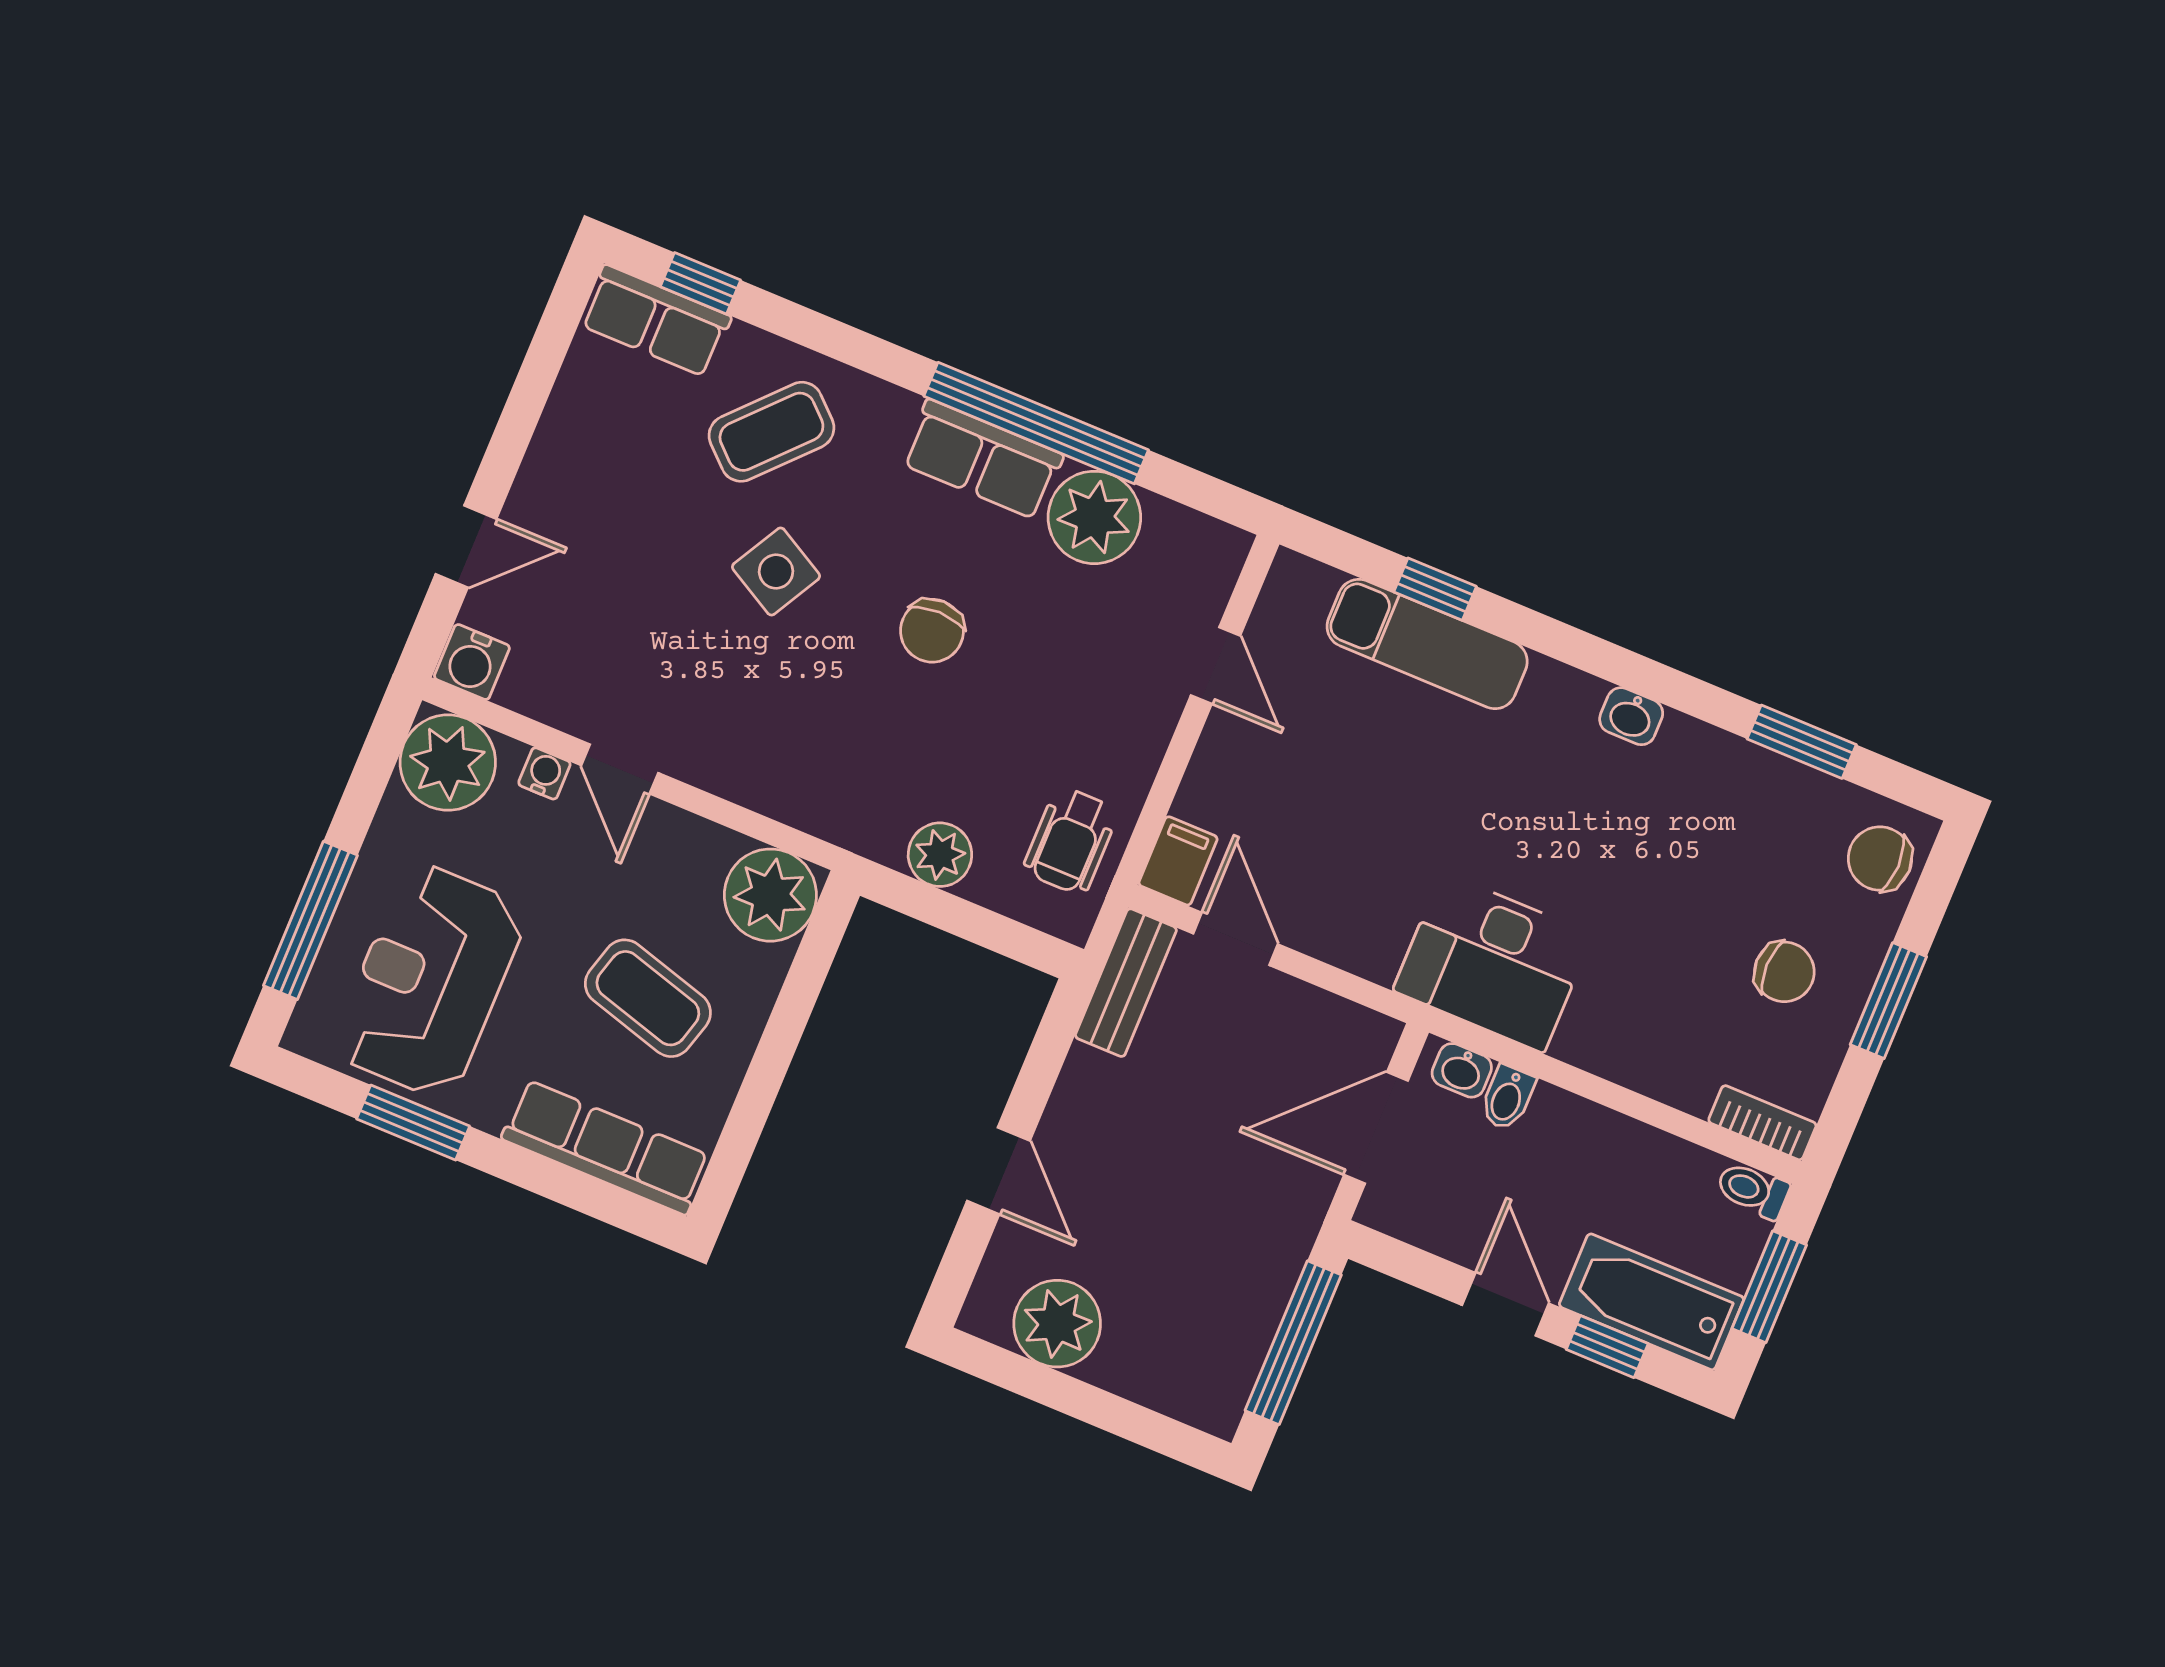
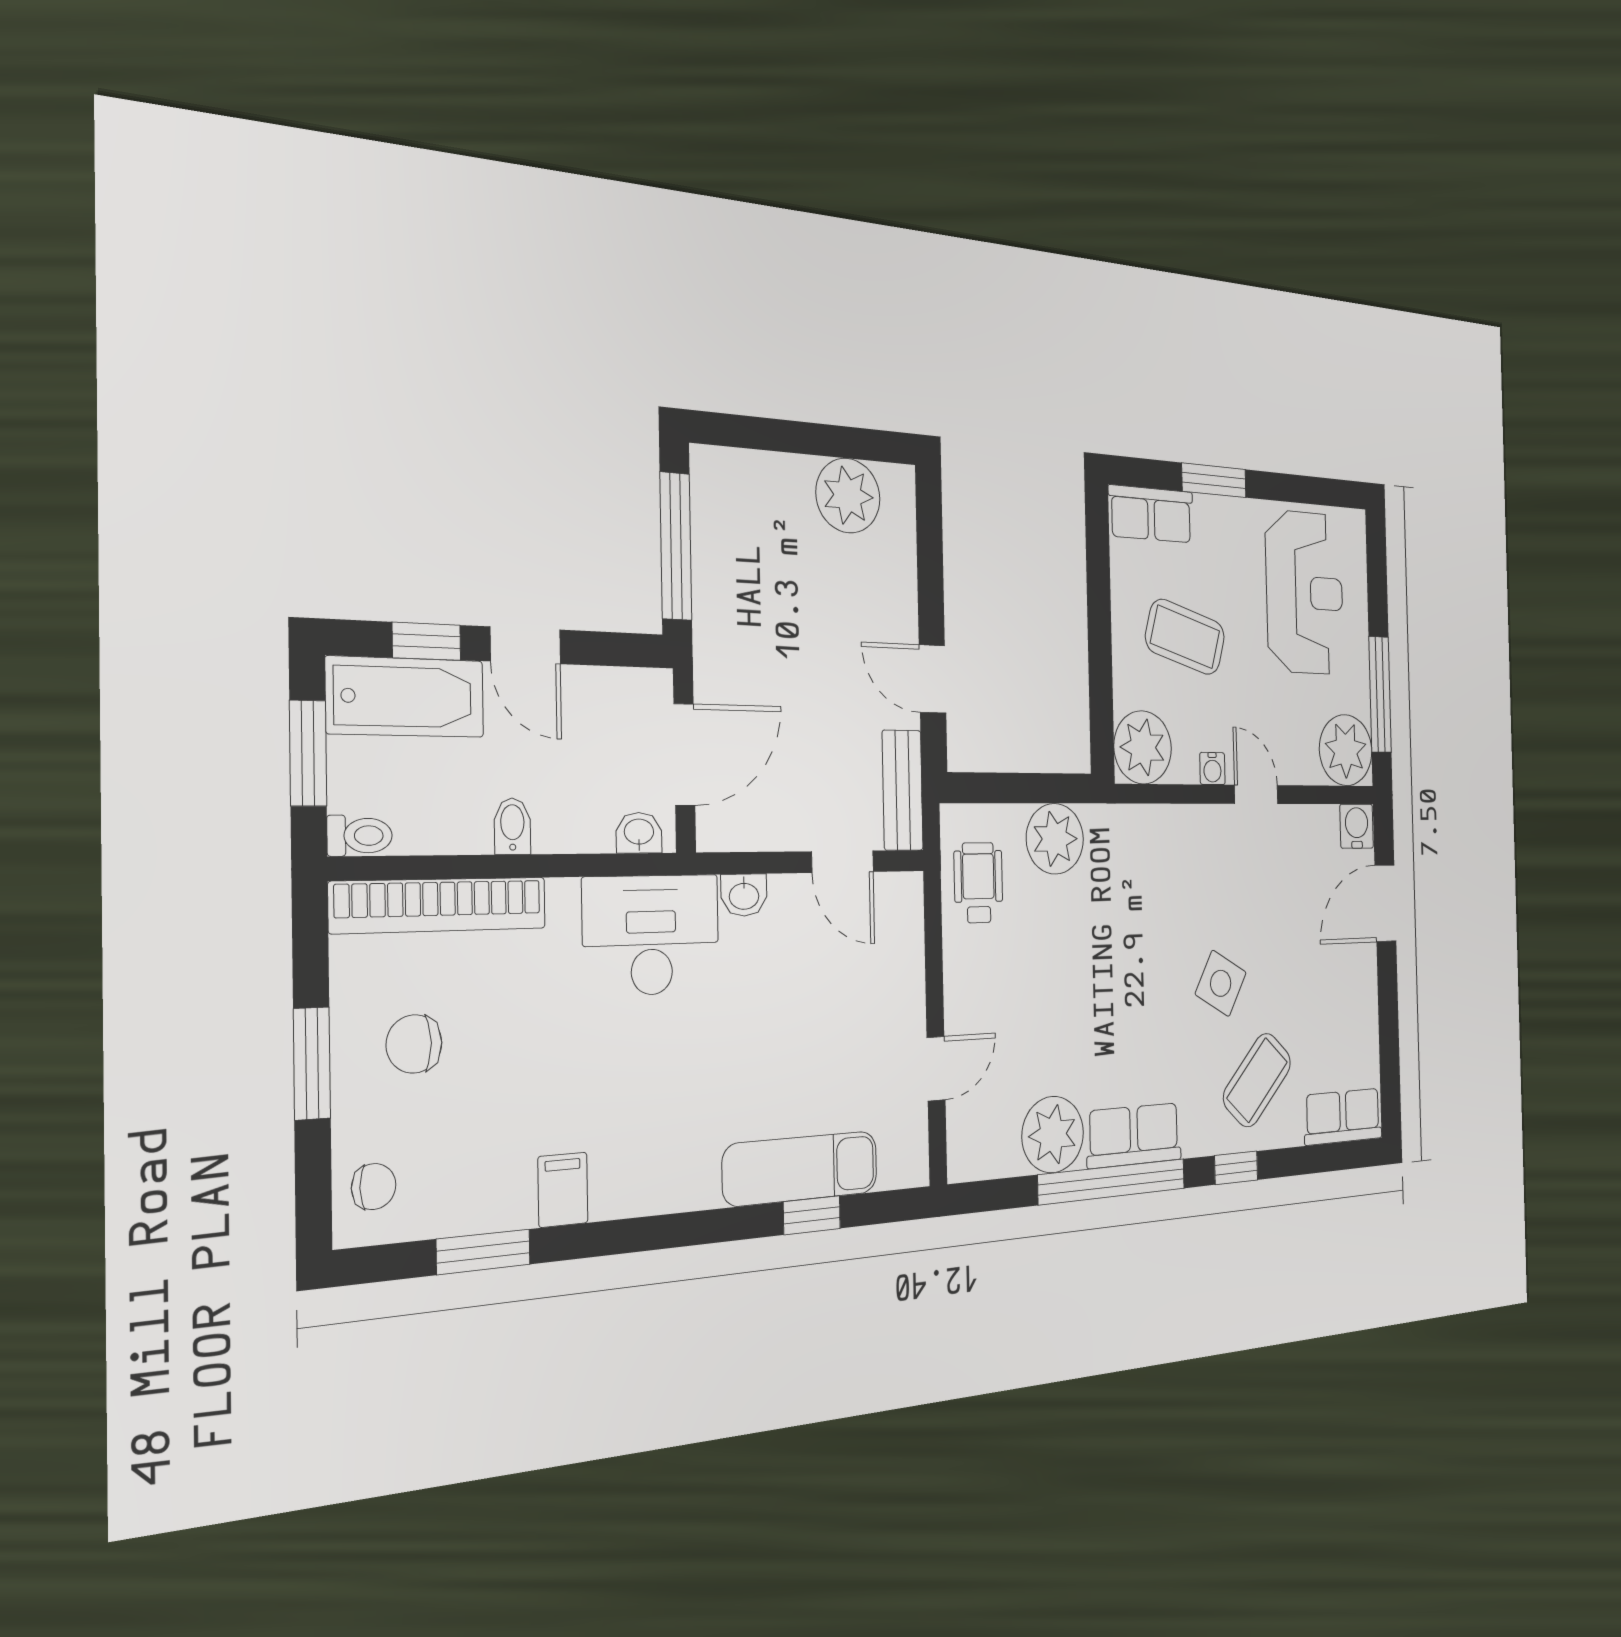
window: (701, 283) -> (1236, 1168), moved
door: (466, 547) -> (1385, 903), width x1.38
chair: (932, 631) -> (1118, 993), removed
door: (1216, 665) -> (936, 1069), swing flipped
washbasin: (1631, 716) -> (744, 895), moved, turned 180
water cooler: (544, 773) -> (1212, 769), moved
plant: (940, 855) -> (1055, 839), width x1.36, depth x1.36
chair: (1880, 859) -> (374, 1187), width x0.73, depth x0.73
filing cabinet: (1178, 861) -> (563, 1190), moved, turned 180
window: (310, 920) -> (1380, 694), moved
bidet: (1507, 1098) -> (512, 826), moved
window: (413, 1123) -> (1214, 480), moved
bookcase: (1762, 1123) -> (439, 905), width x2.31, depth x1.31
row of seats: (606, 1147) -> (1151, 514), width x0.68
door: (999, 1171) -> (932, 679), moved

